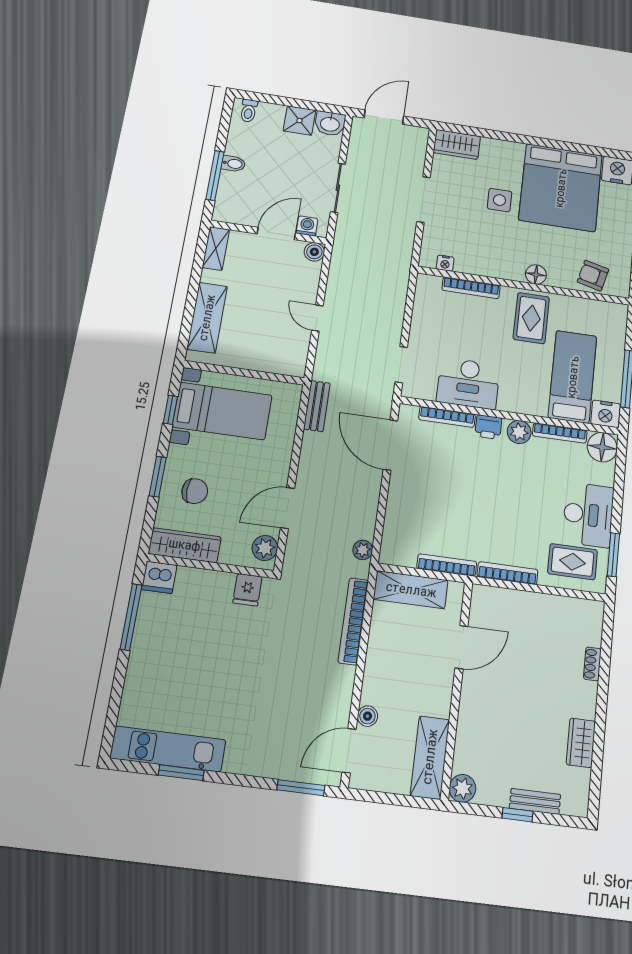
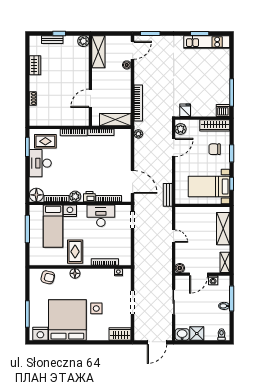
washing machine: (307, 226) -> (213, 280), moved
nightstand: (606, 414) -> (70, 211), moved

